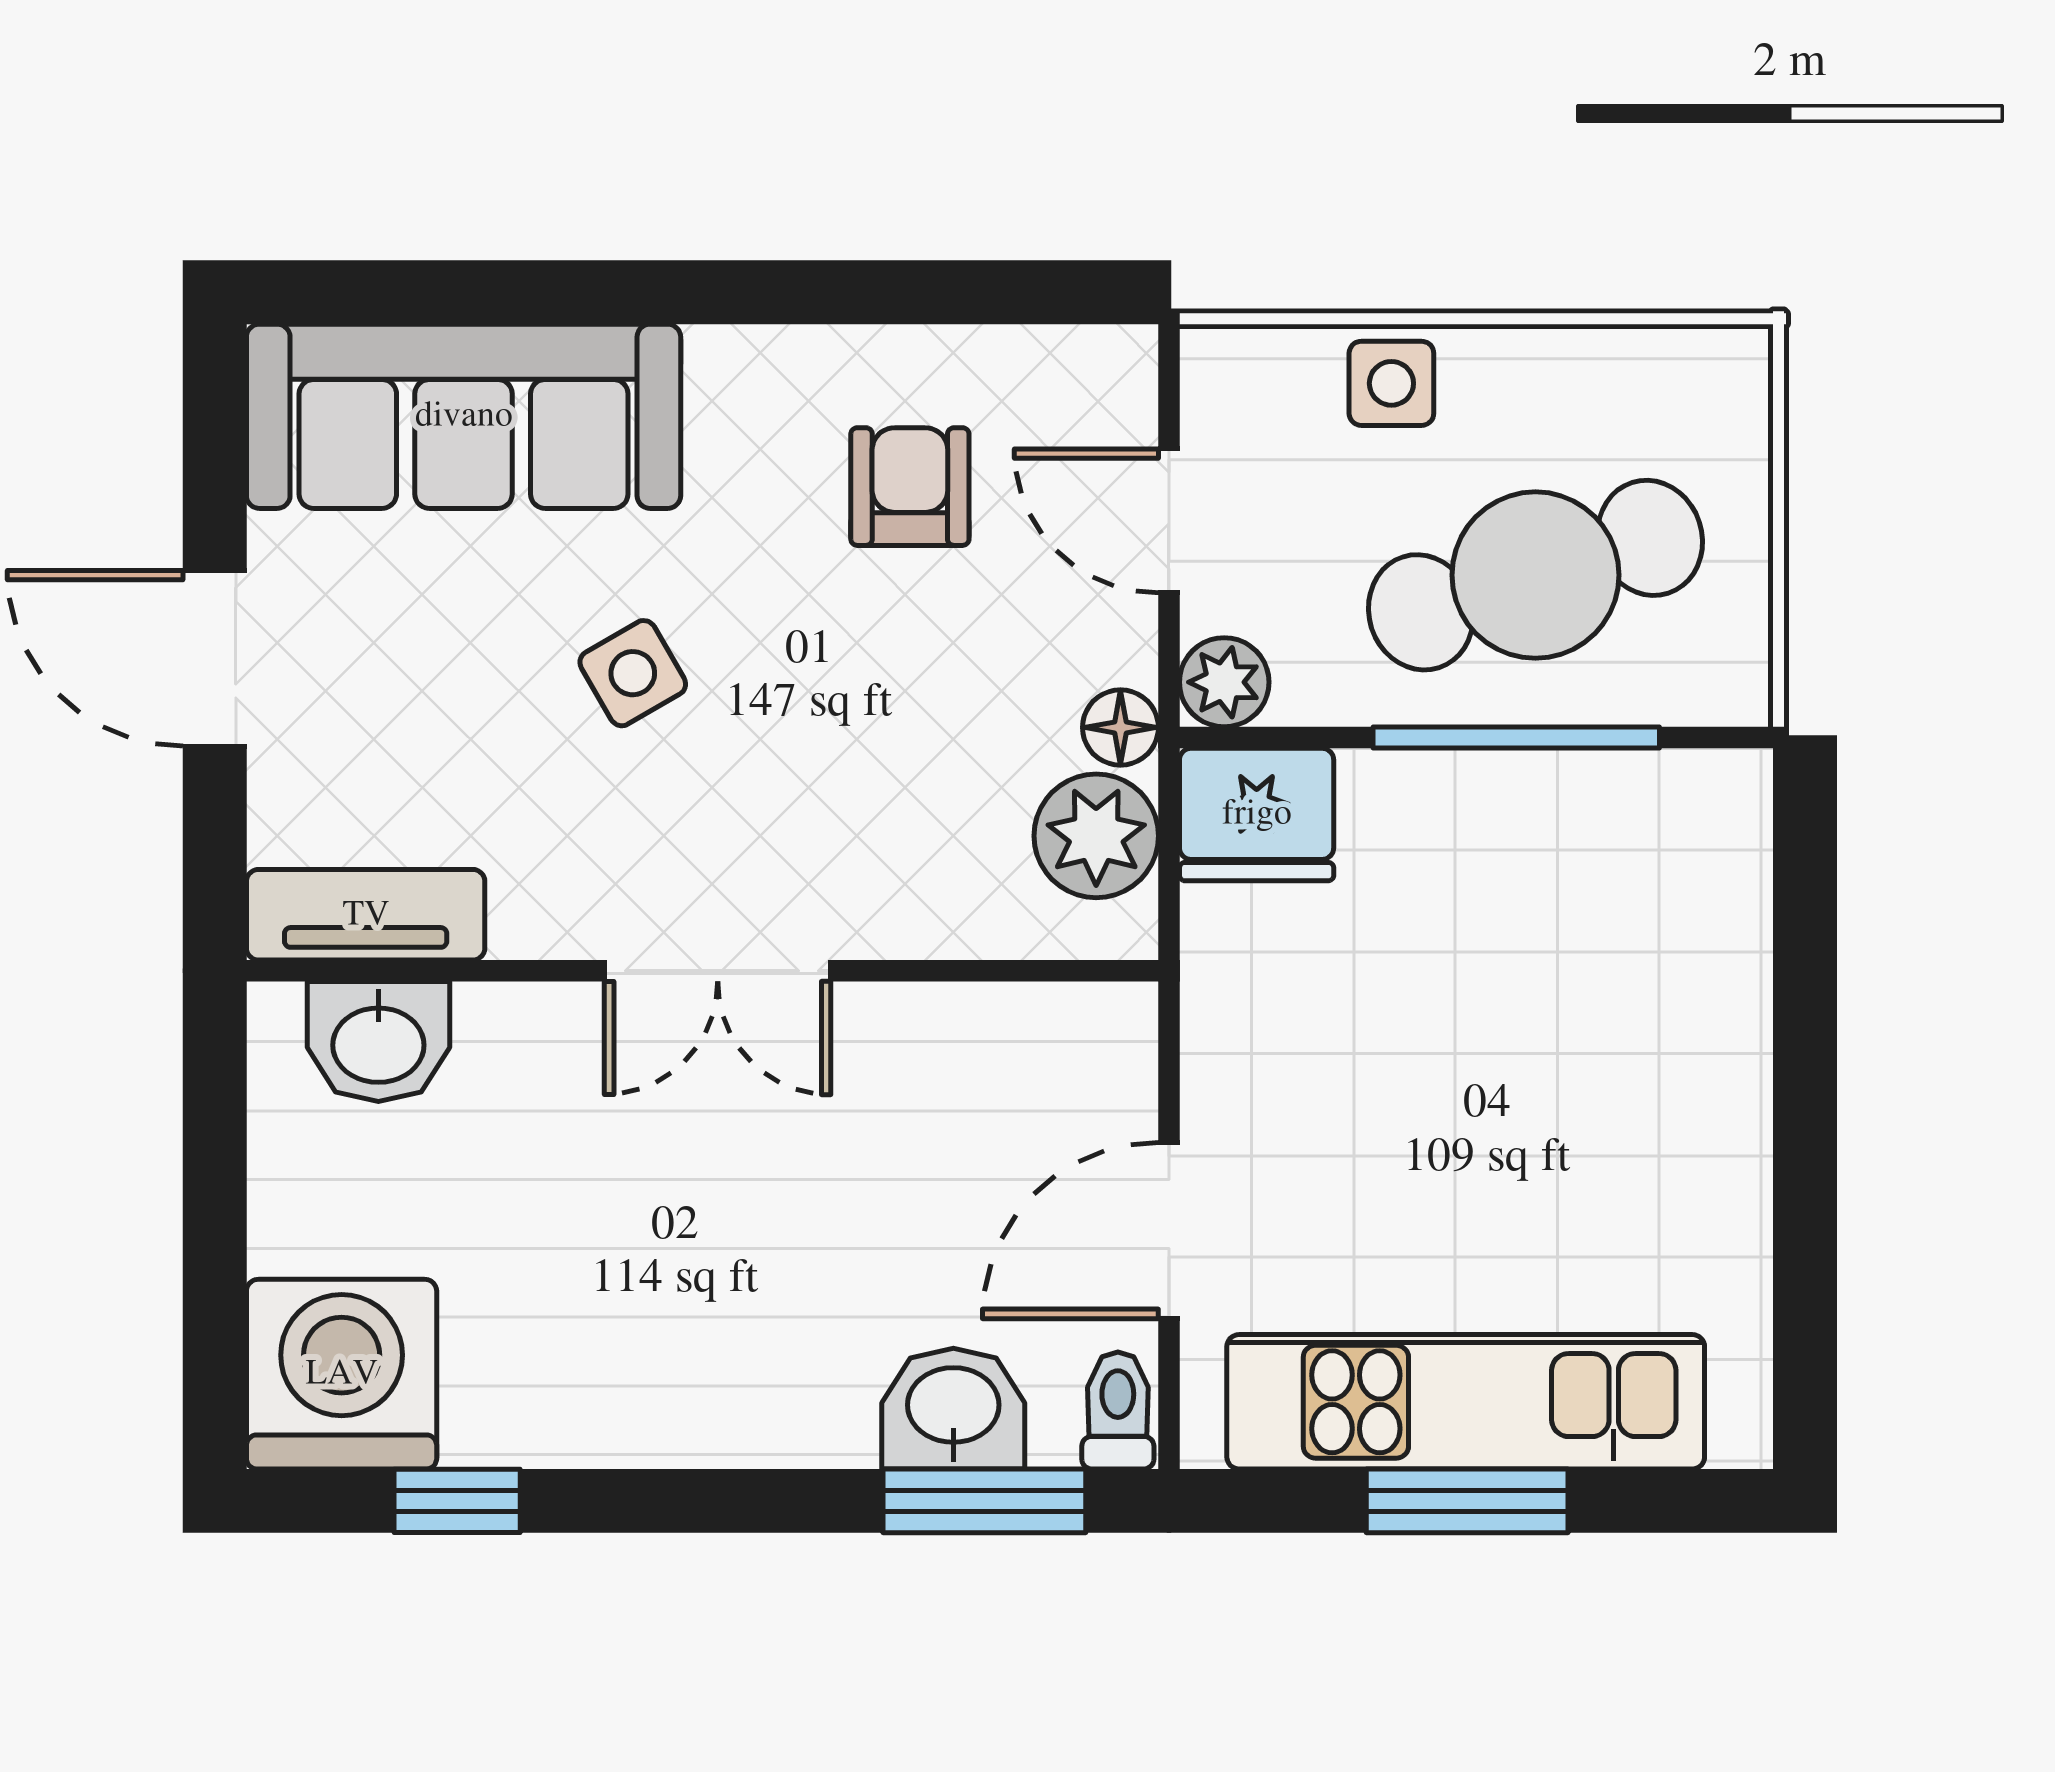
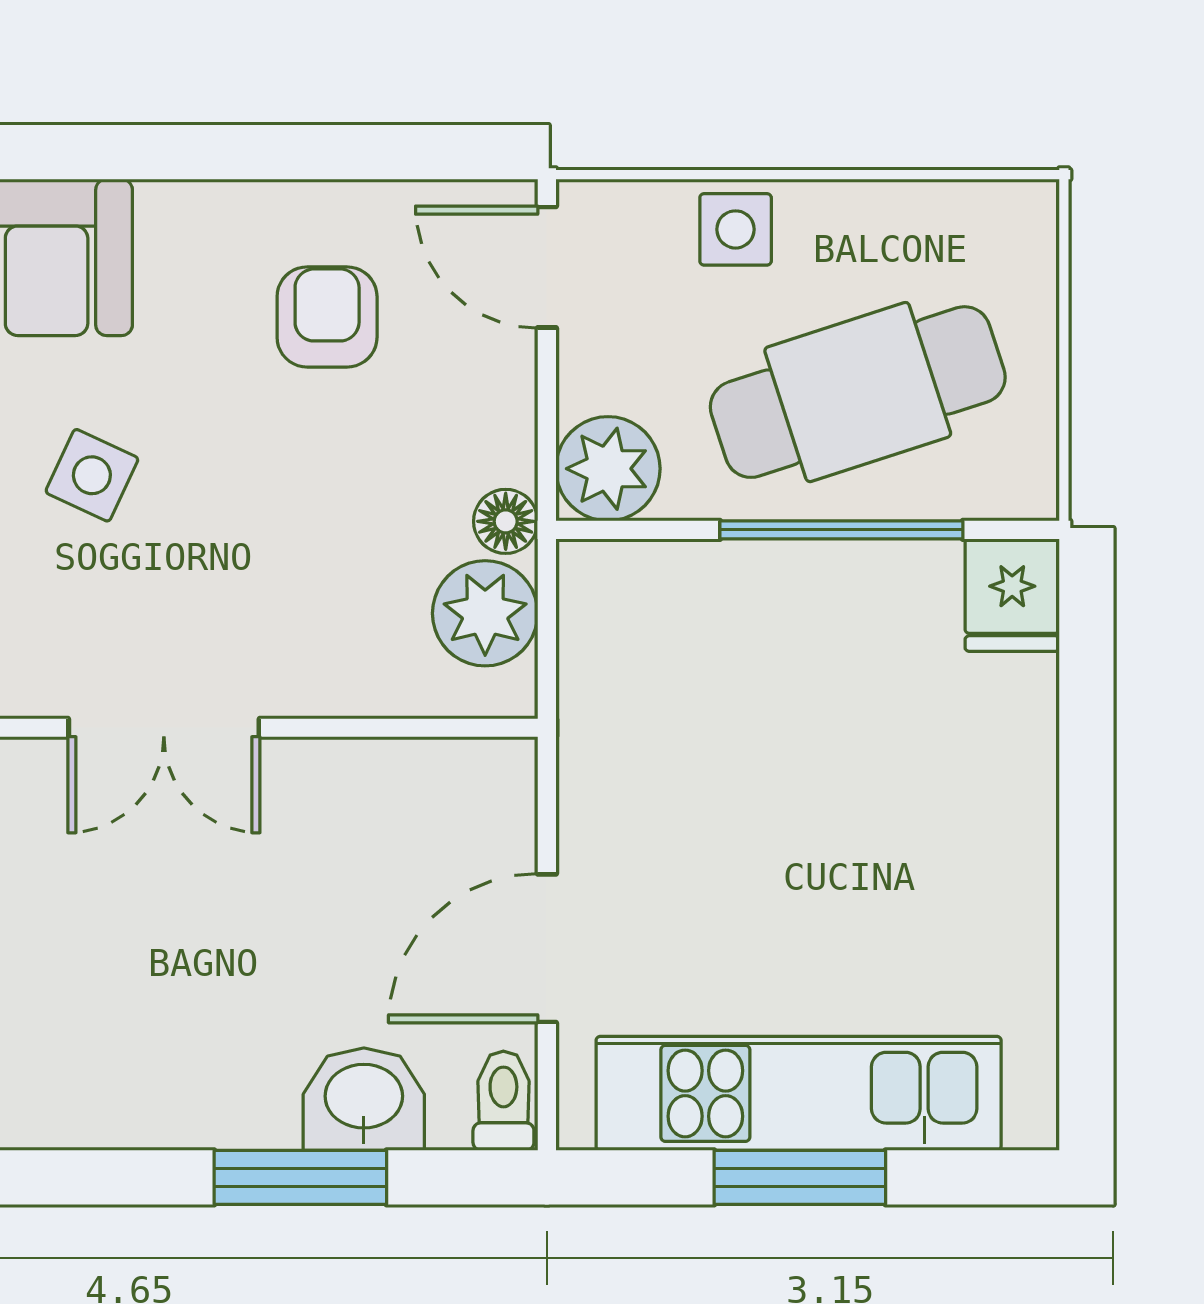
door: (1169, 521) -> (547, 267), moved
side table: (633, 673) -> (92, 475), turned -35
plant: (1224, 682) -> (608, 469), width x1.38, depth x1.38
fridge: (1257, 814) -> (1012, 595), moved, width x0.72
window: (984, 1501) -> (300, 1177), moved

